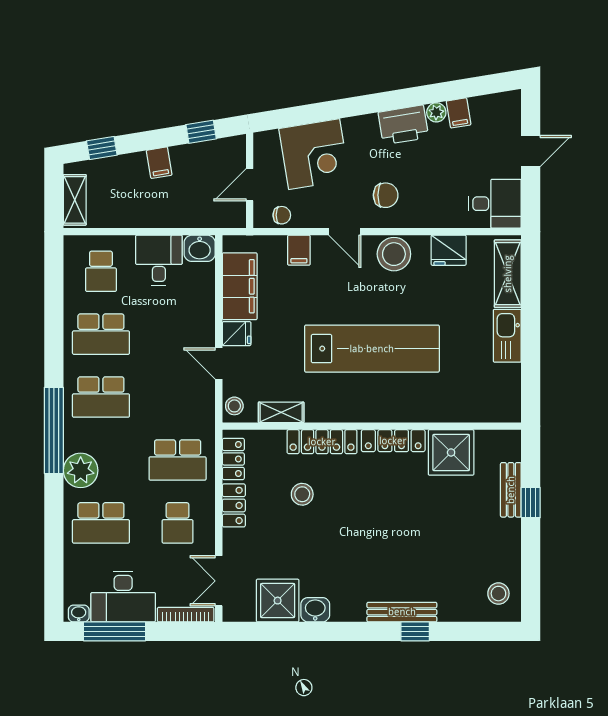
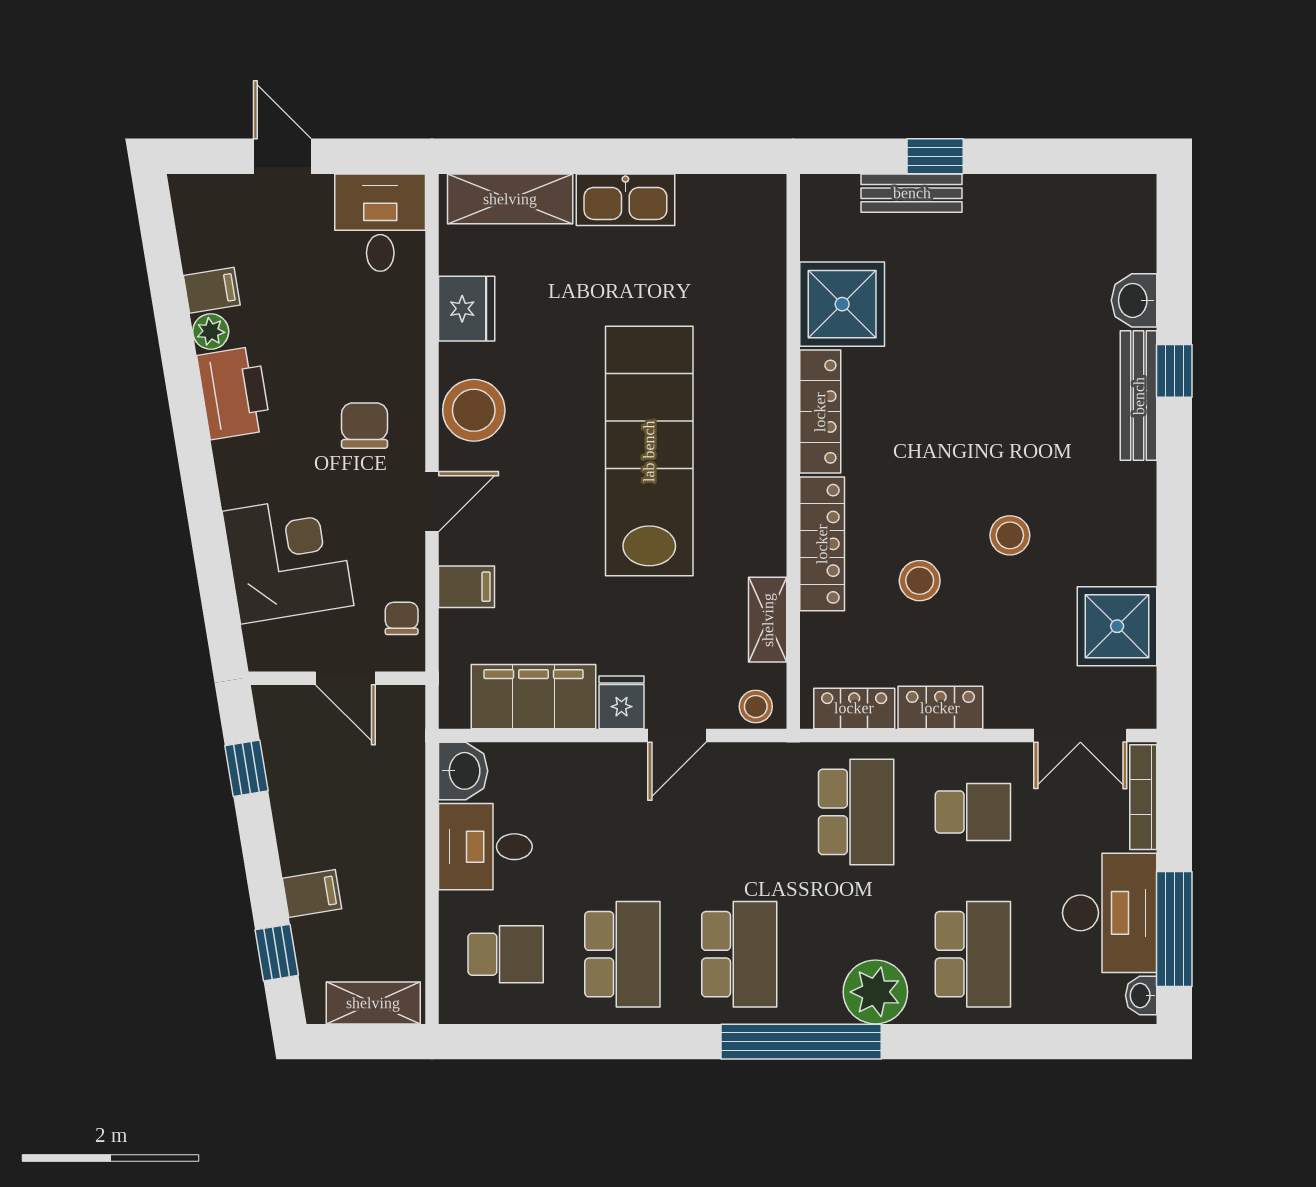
filing cabinet: (159, 163) -> (312, 894), moved
stool: (498, 594) -> (1010, 535), moved
washbasin: (315, 610) -> (1134, 300), moved

